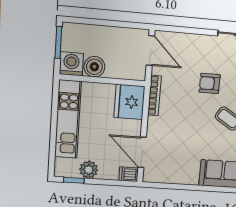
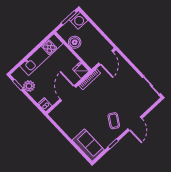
washing machine: (71, 64) -> (78, 20), moved, turned 90
armchair: (210, 83) -> (120, 96), removed
fridge: (129, 102) -> (81, 70), width x0.53, depth x0.75
door: (142, 152) -> (68, 93), moved

